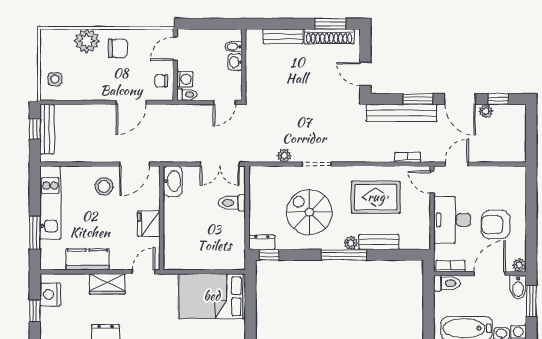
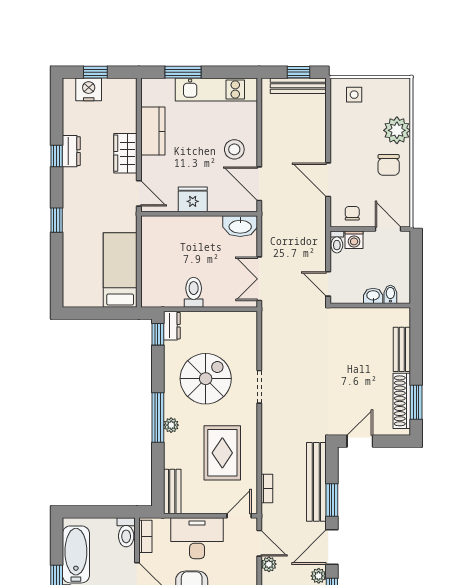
plant: (284, 156) -> (269, 564), moved
toilet: (232, 203) -> (194, 292), moved
bench: (379, 242) -> (172, 491), moved
nightstand: (50, 295) -> (89, 89), moved
bed: (212, 296) -> (120, 270), width x0.67

